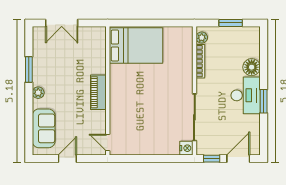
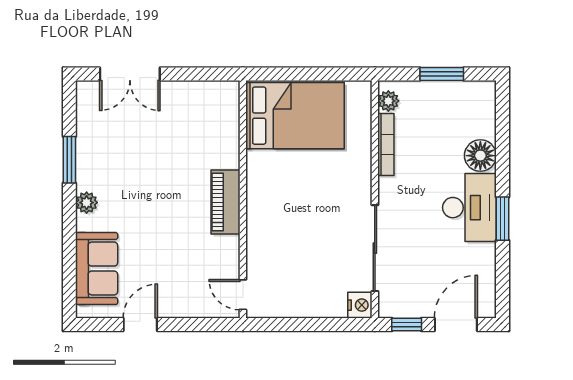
bed: (136, 46) -> (295, 116), moved
wall: (108, 91) -> (243, 199), moved
piano: (98, 92) -> (225, 202), moved
door: (108, 143) -> (243, 295), moved

